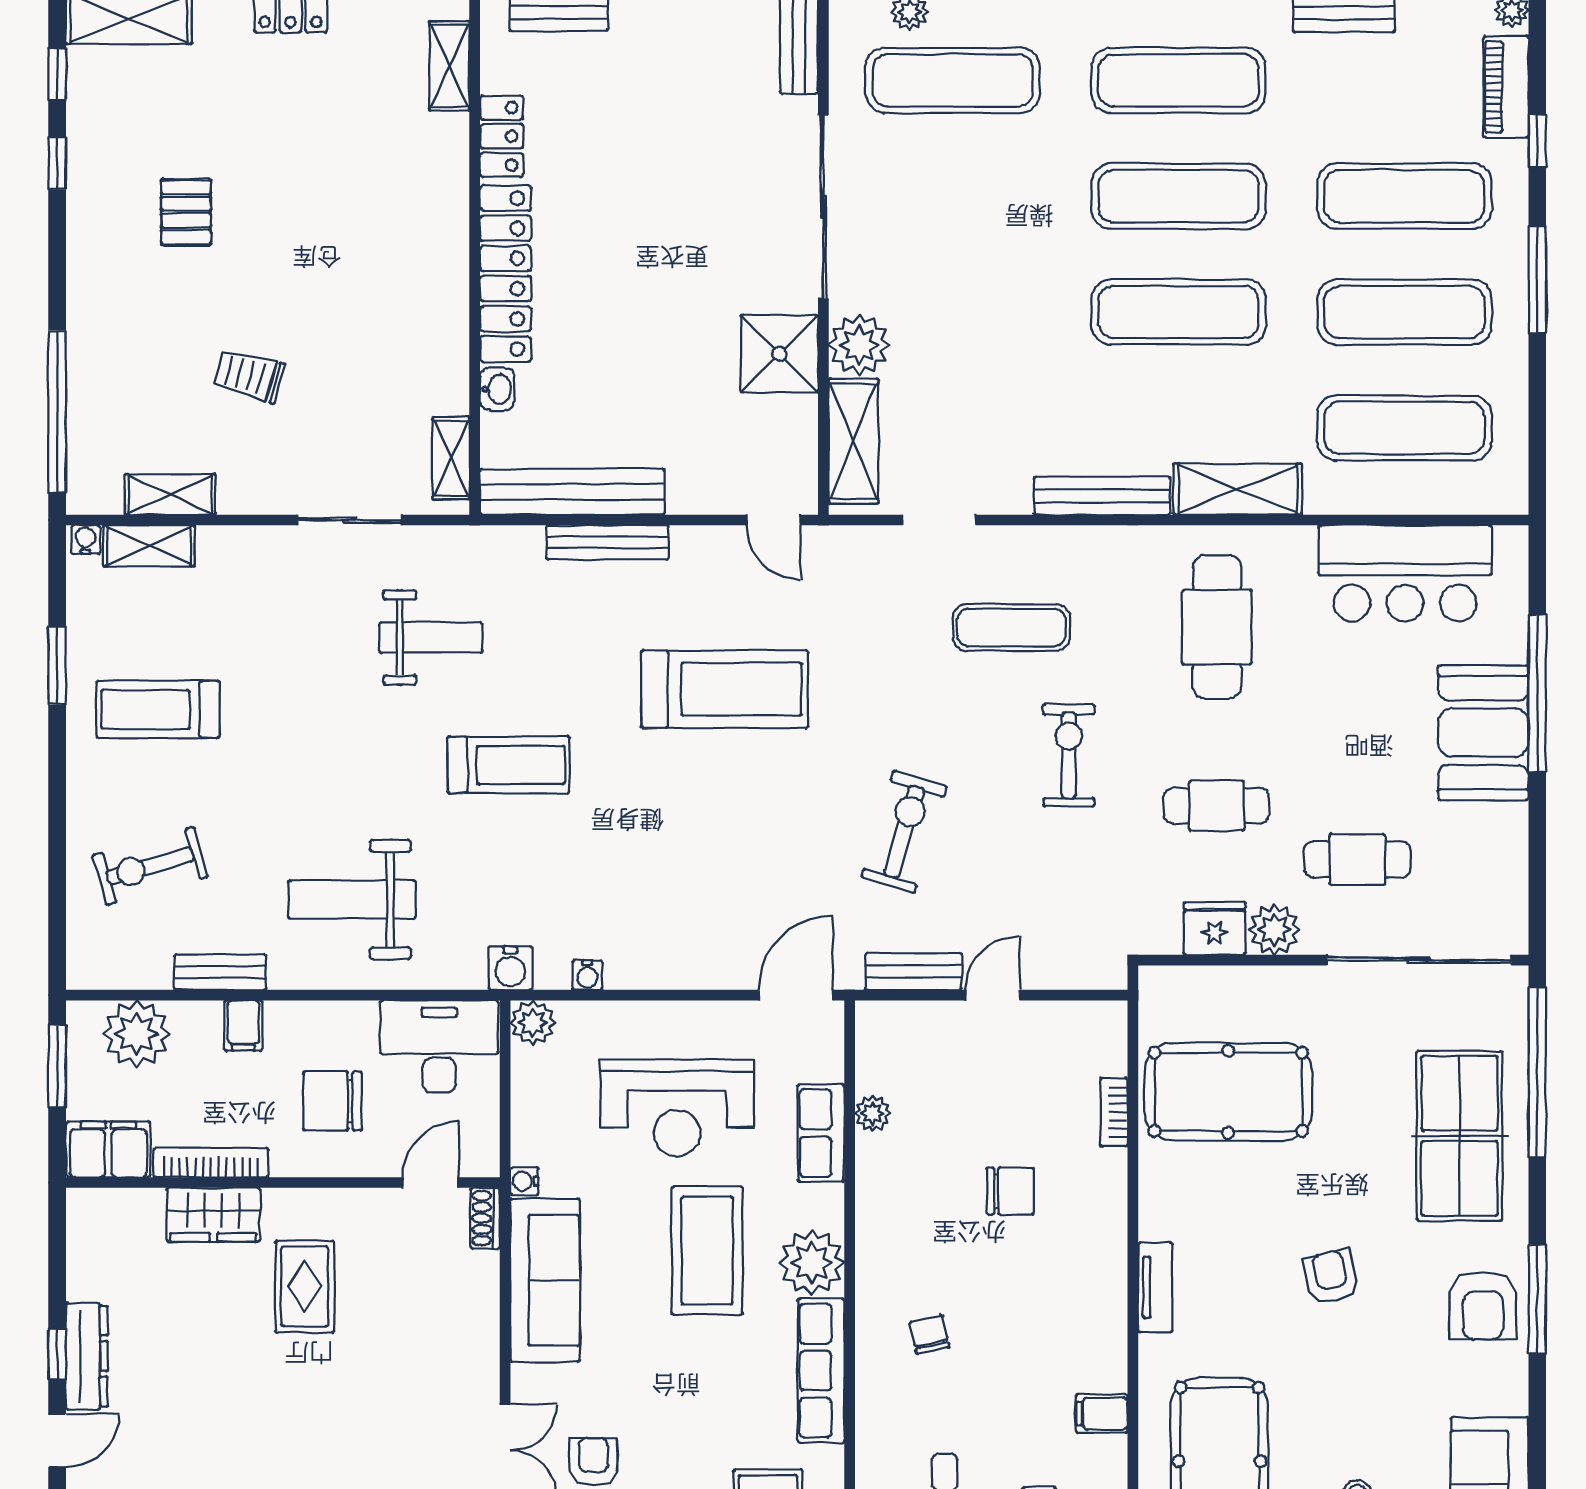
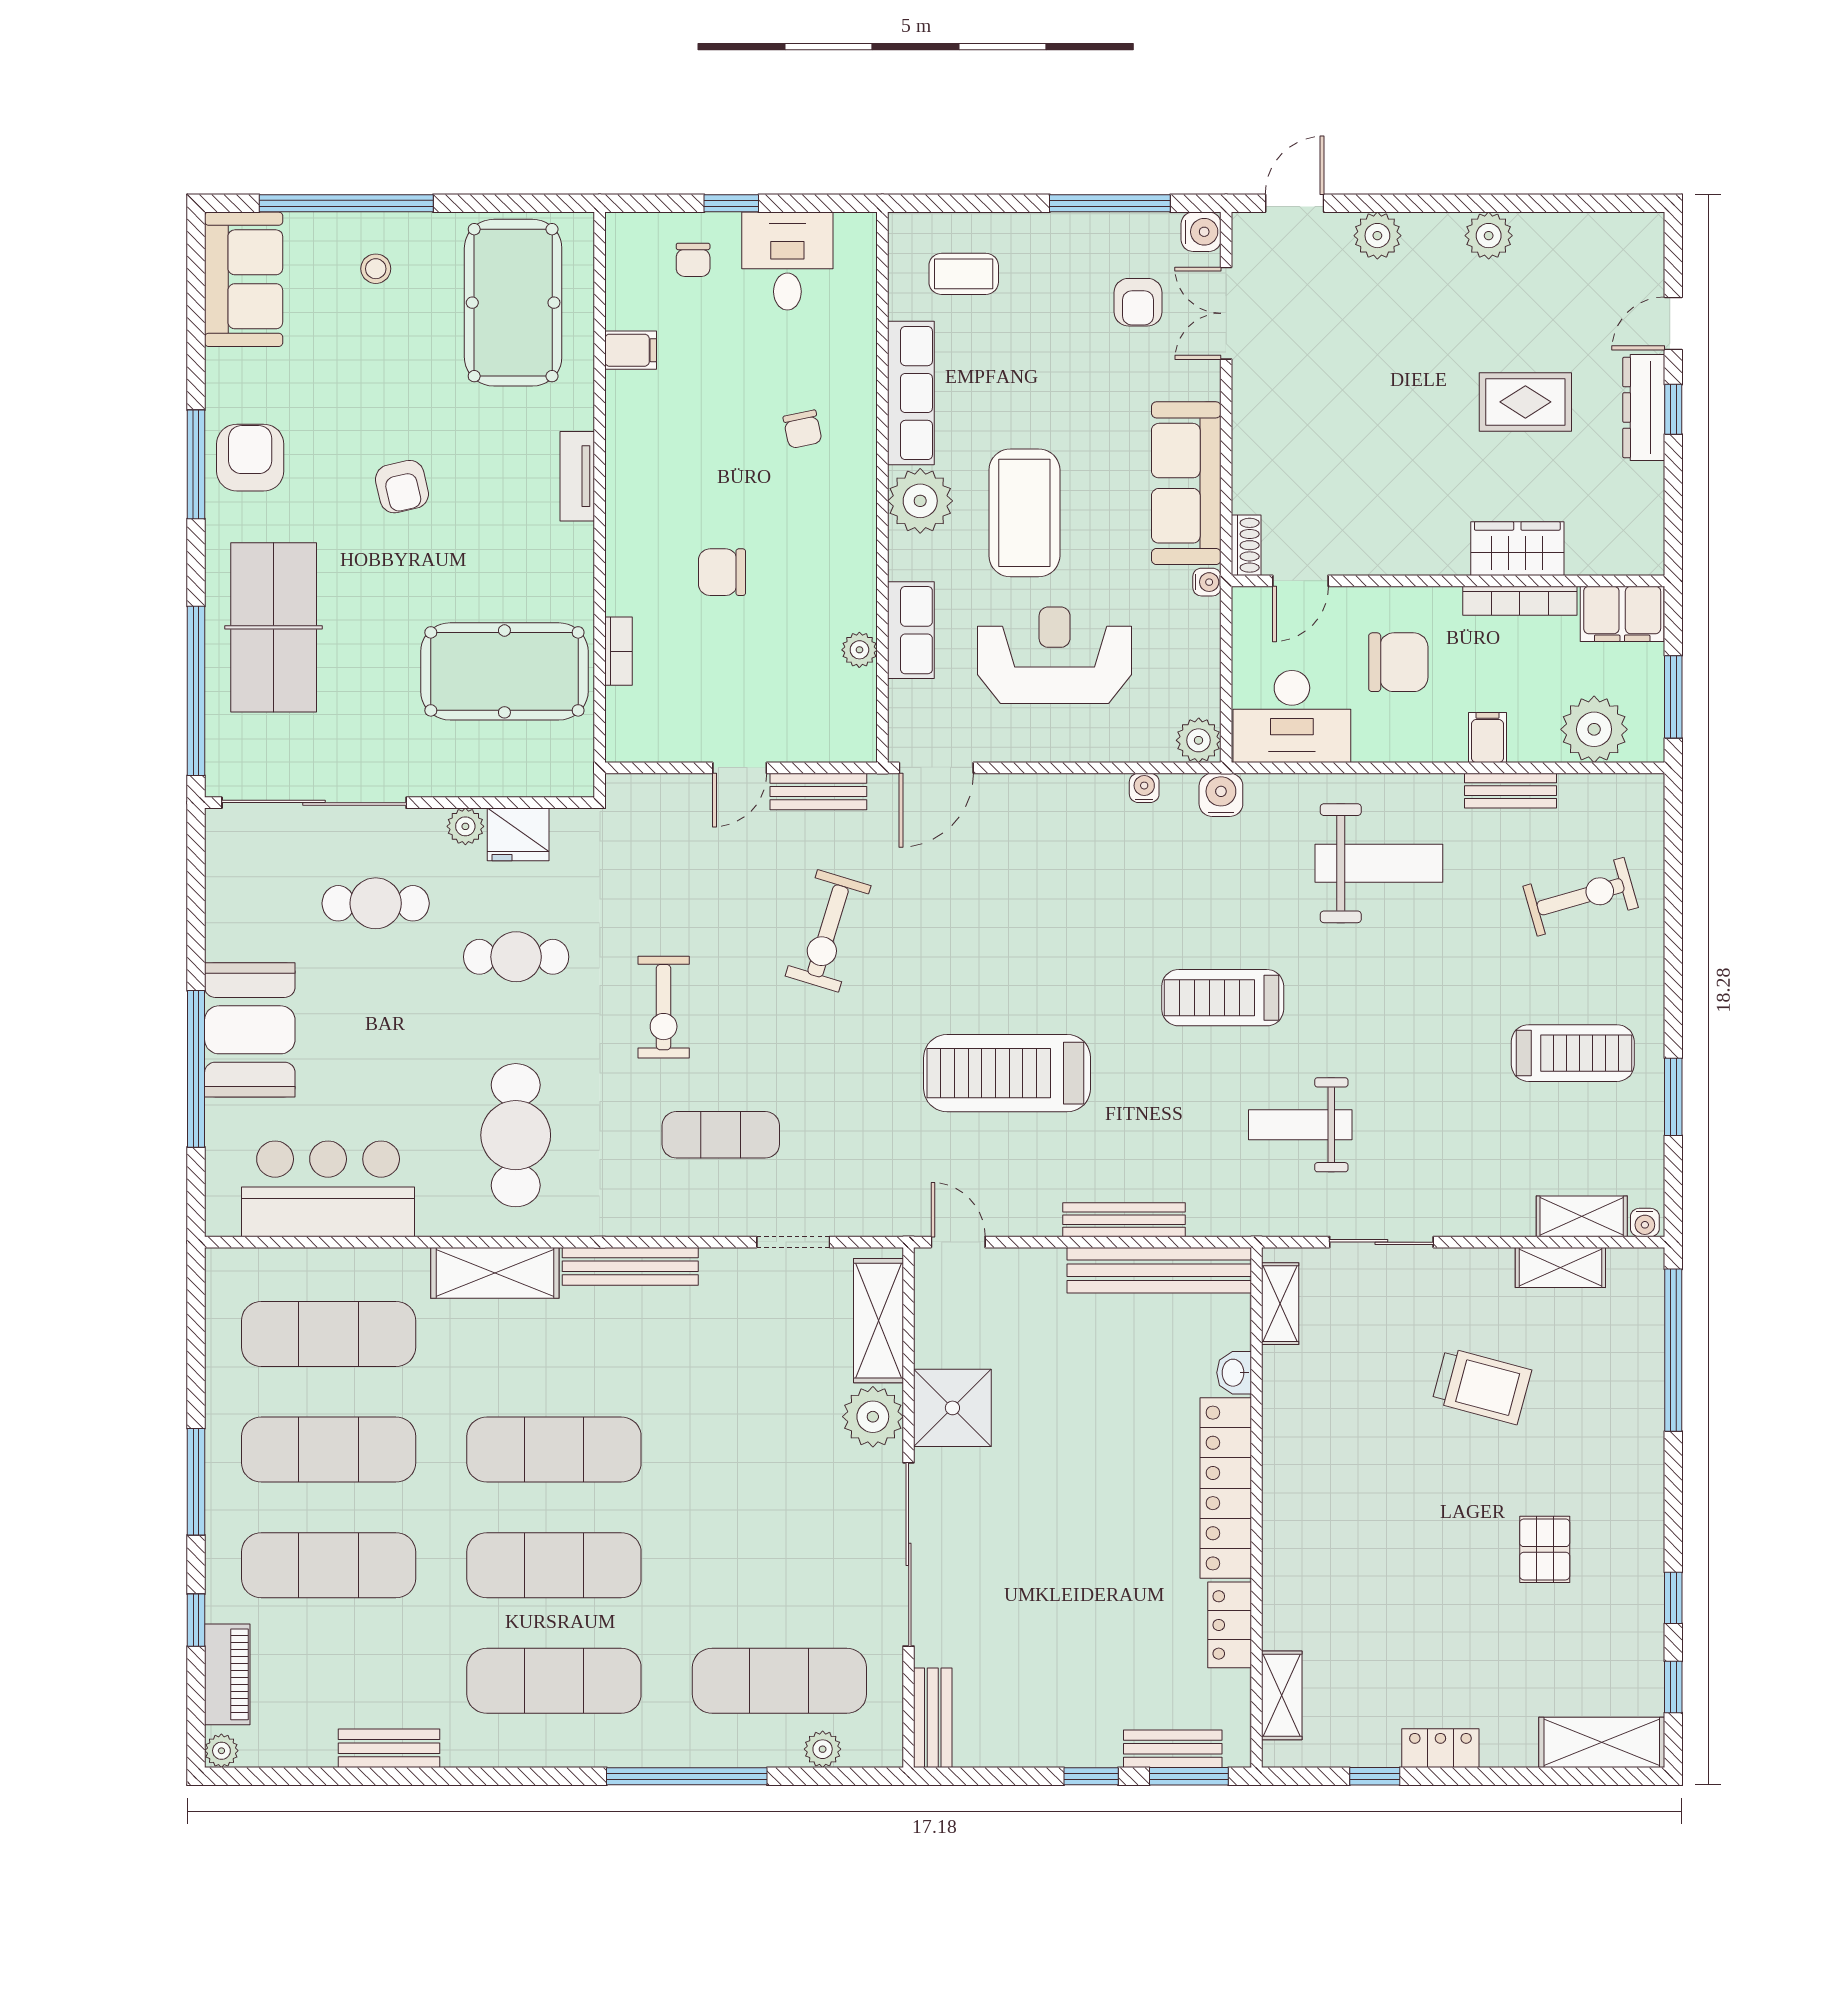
trolley: (249, 376) -> (1482, 1386), width x1.36, depth x1.39
plant: (1274, 930) -> (465, 826), width x0.73, depth x0.73
rug: (305, 1287) -> (1525, 402), moved, turned 90

